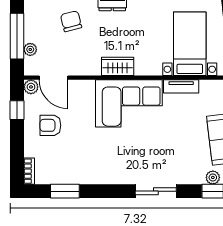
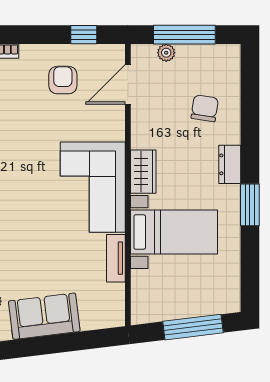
chair: (71, 21) -> (205, 108), turned -67
bed with nightstands: (190, 44) -> (174, 232), moved
plant: (31, 87) -> (115, 54), removed

